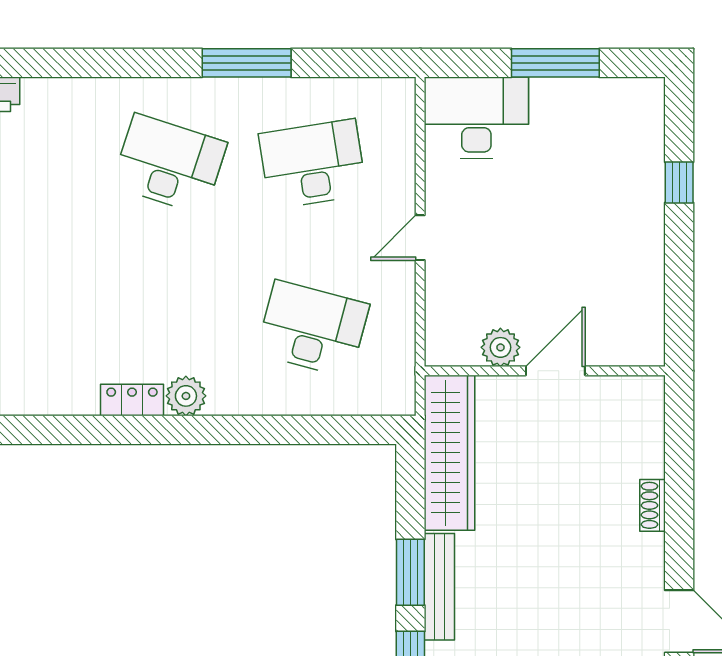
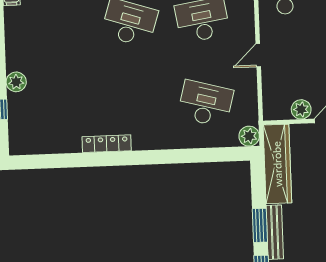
plant: (186, 396) -> (249, 136), moved
locker: (132, 400) -> (107, 144), width x1.53

